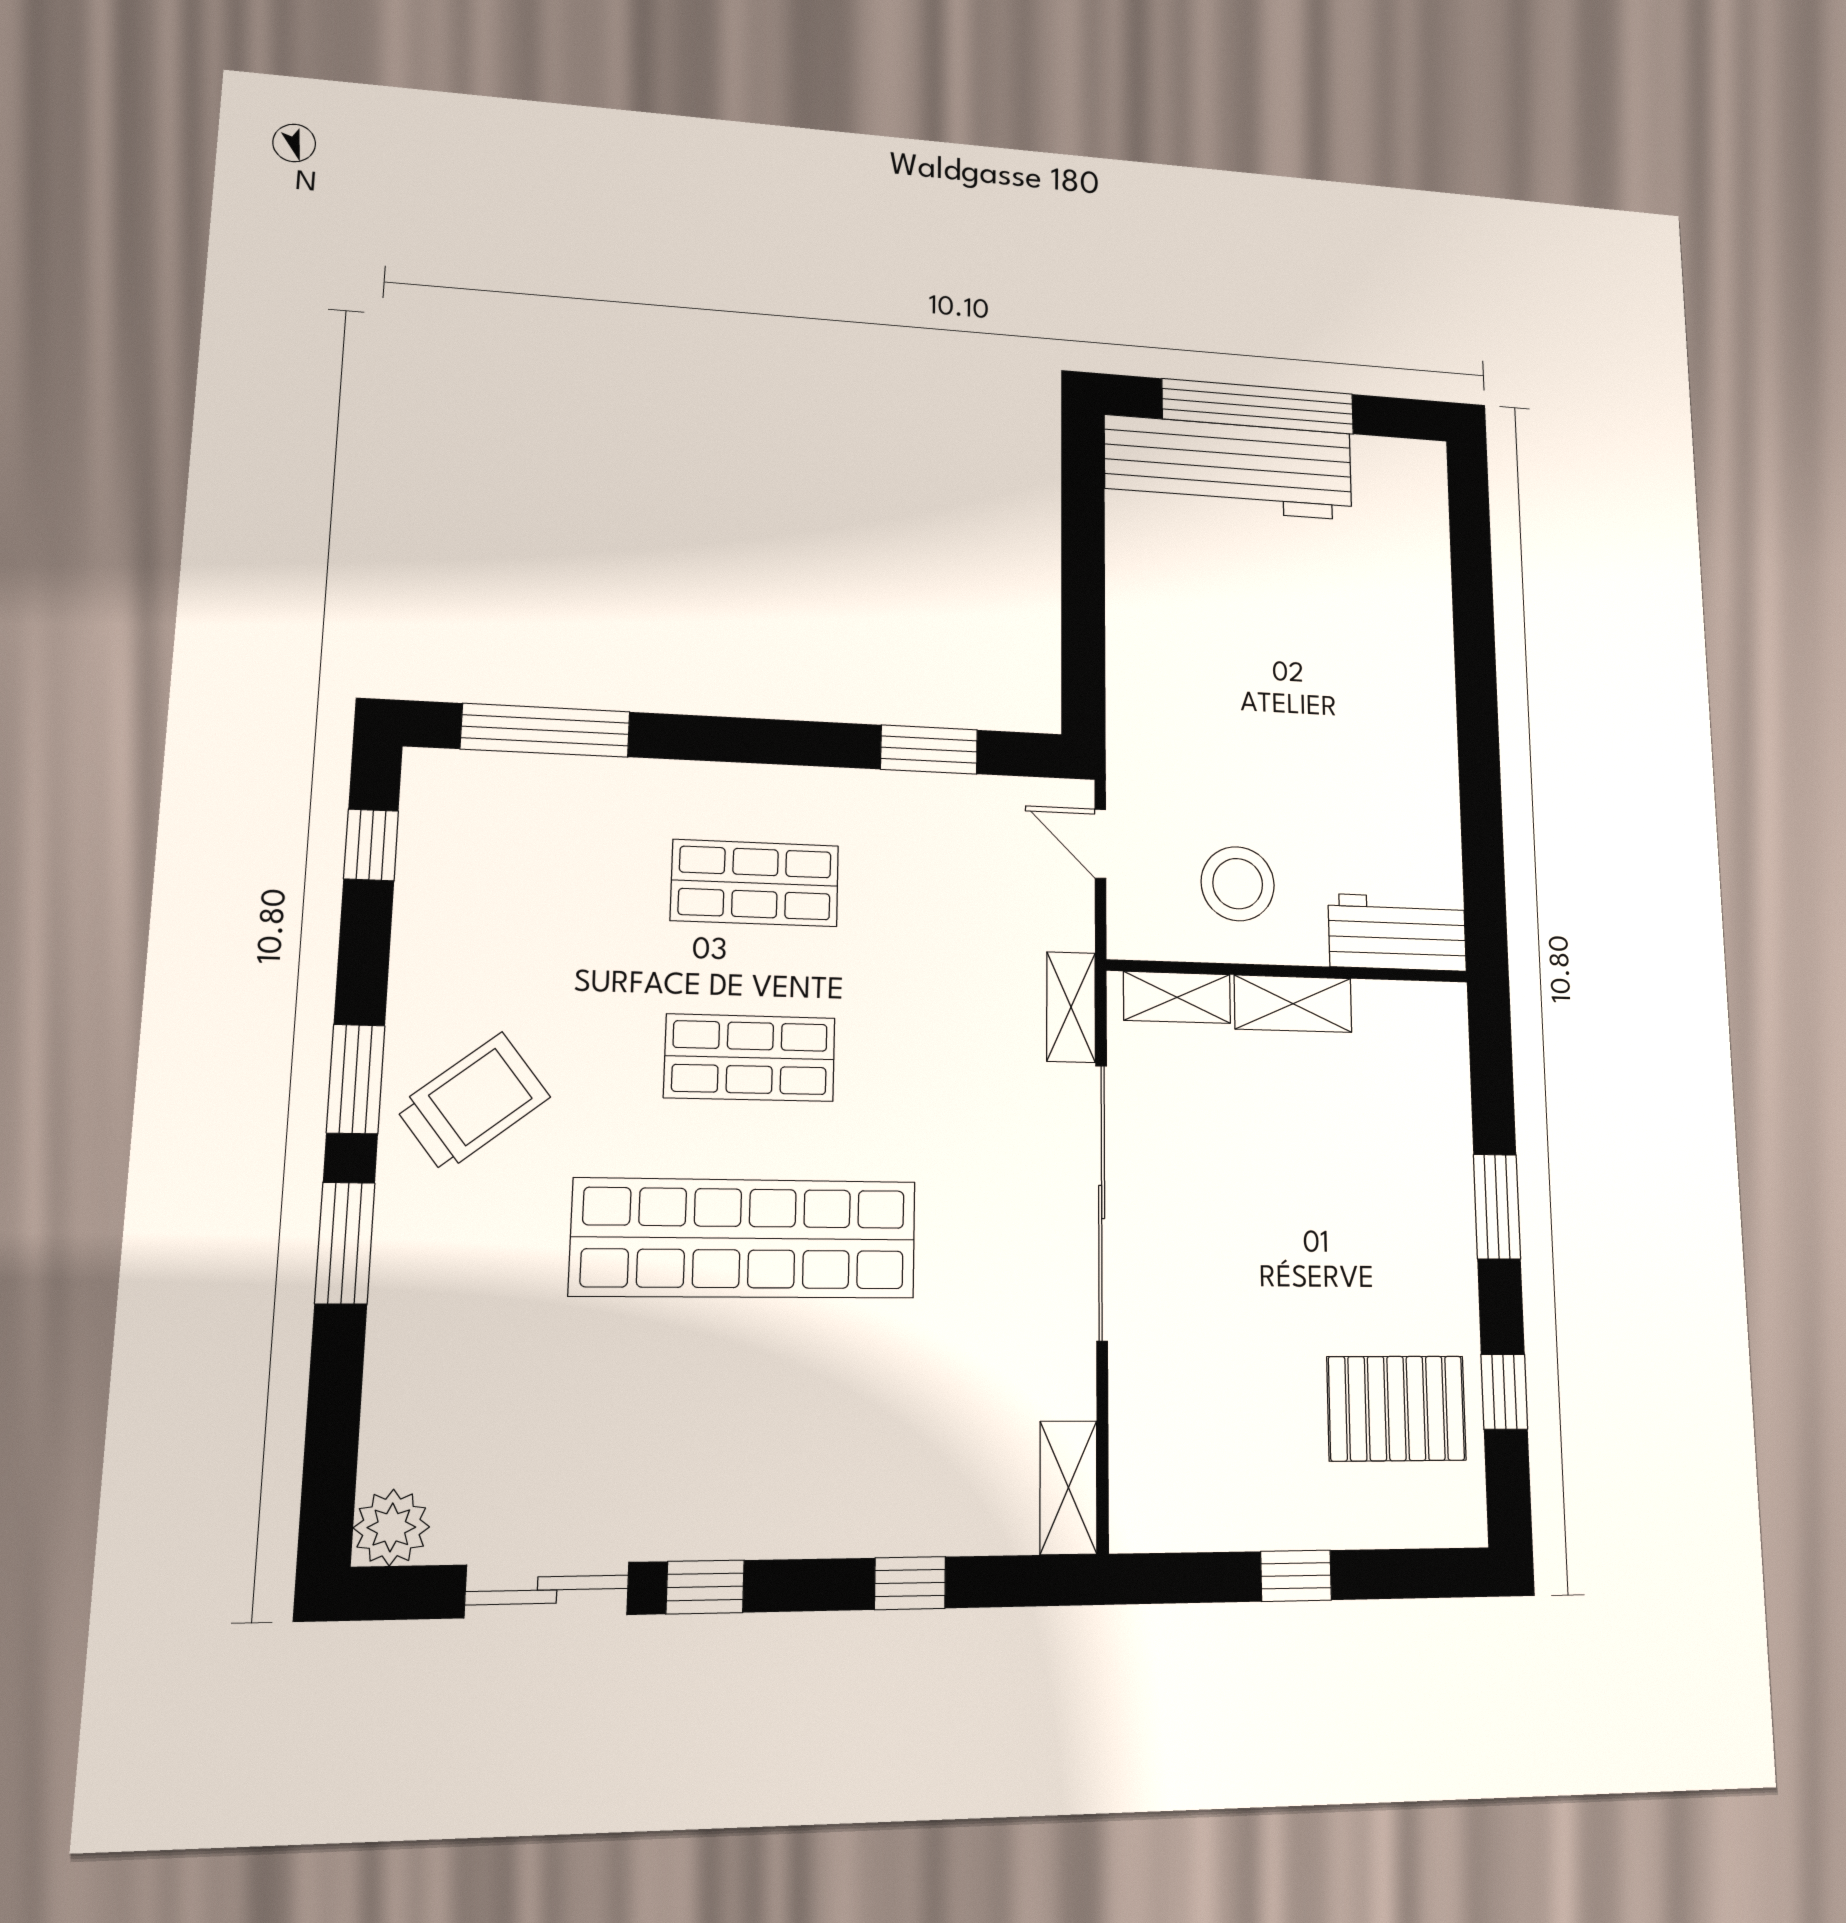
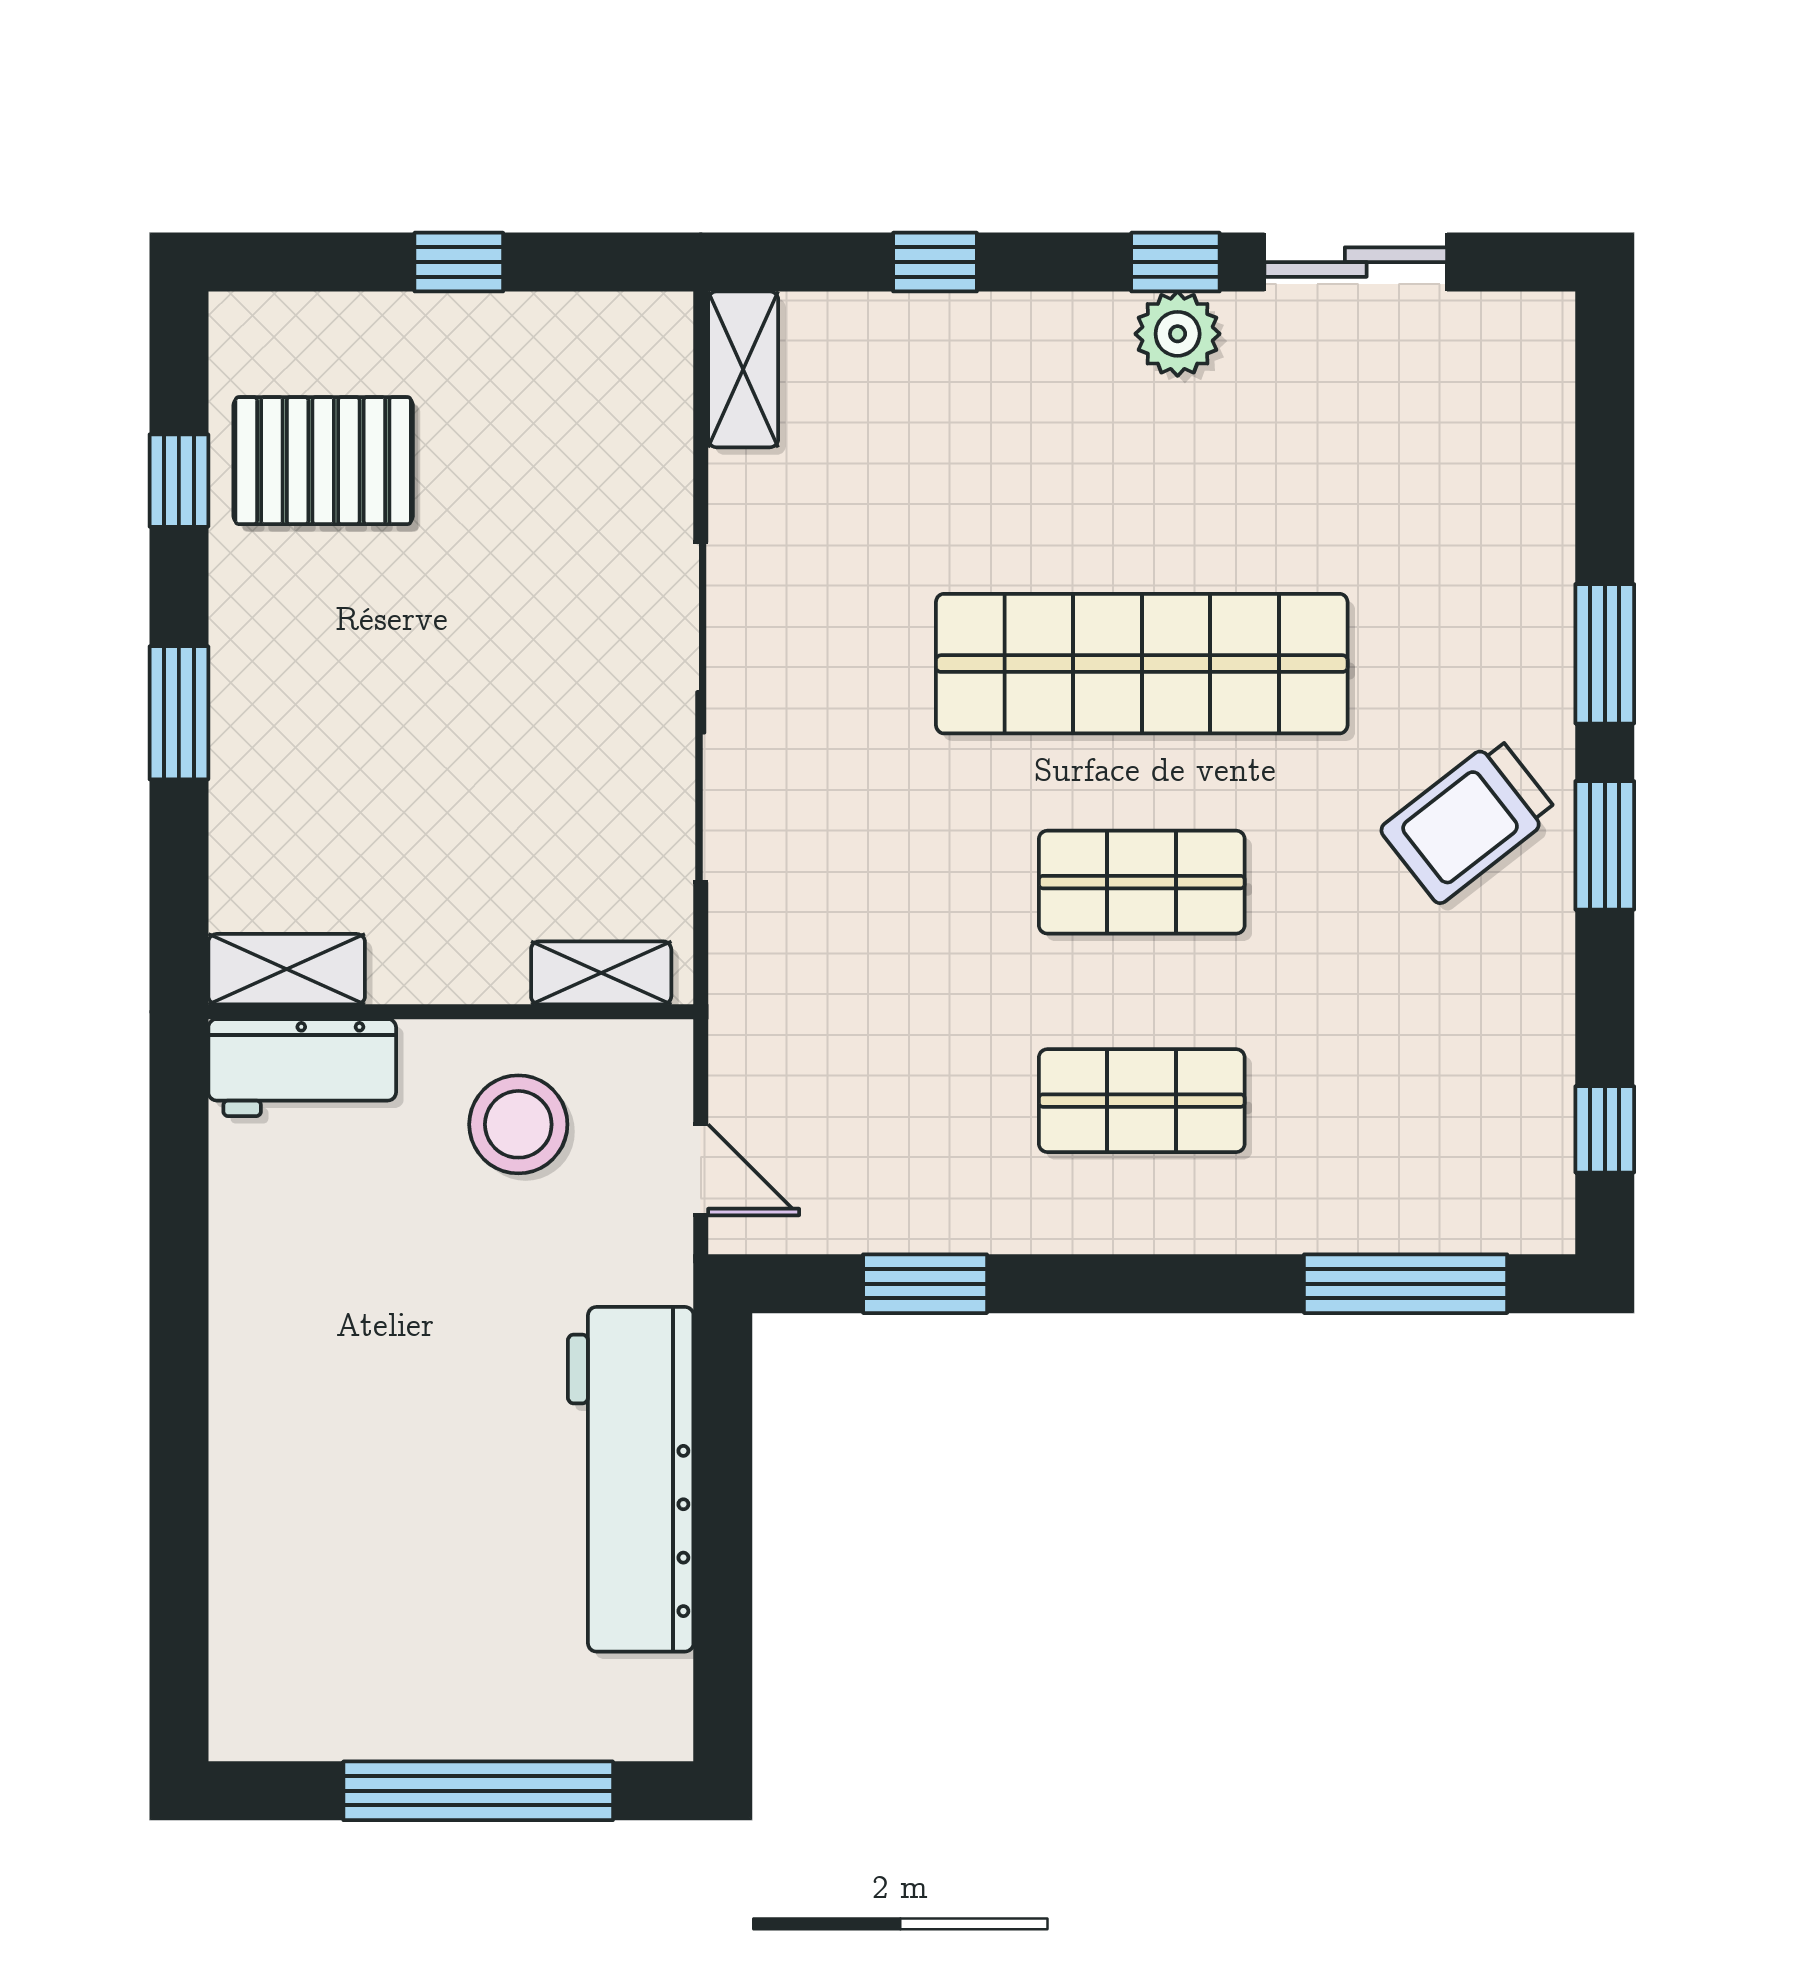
workbench: (1229, 468) -> (631, 1479), moved, turned -90
shelving: (1293, 1004) -> (287, 969), moved
shelving: (1071, 1007) -> (740, 956), removed
plant: (391, 1527) -> (1178, 334), moved

